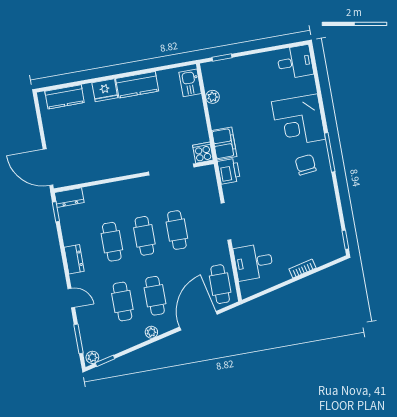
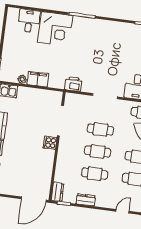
desk: (295, 62) -> (29, 21), moved
filing cabinet: (224, 143) -> (38, 79), moved
cooker: (203, 153) -> (50, 143), moved
chair: (306, 165) -> (85, 33), removed
dresser: (74, 259) -> (86, 200), moved

